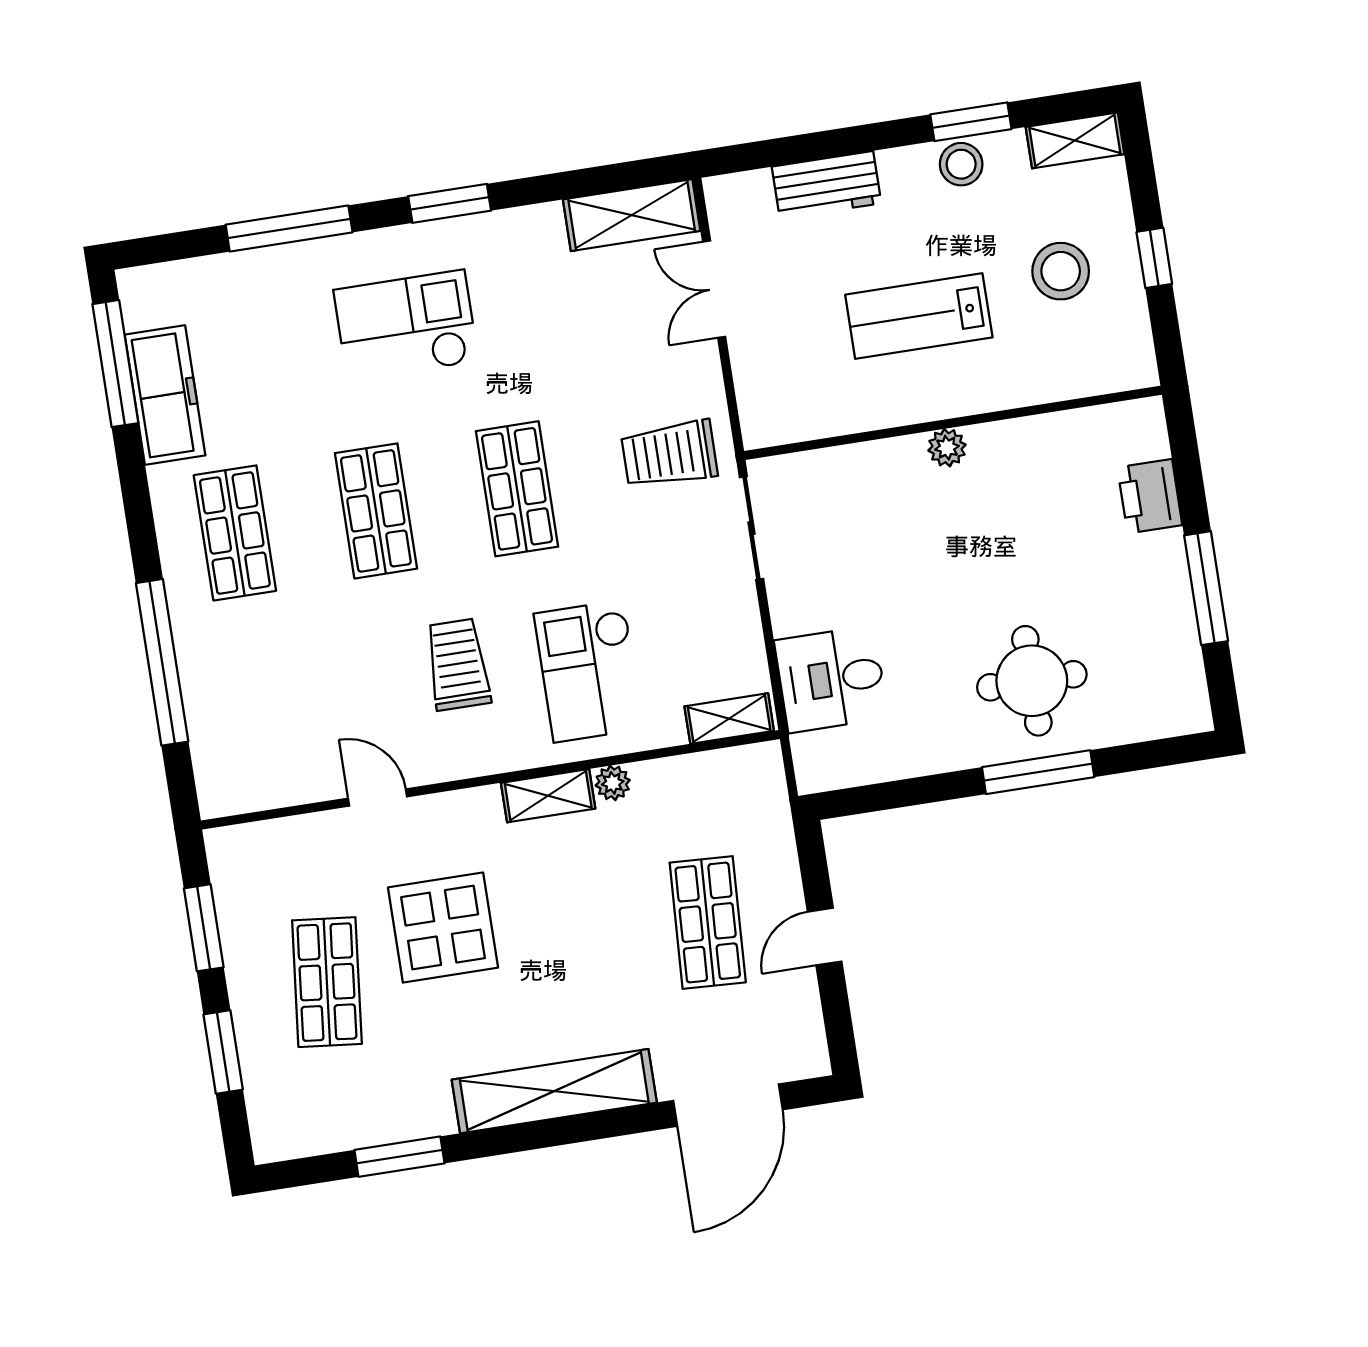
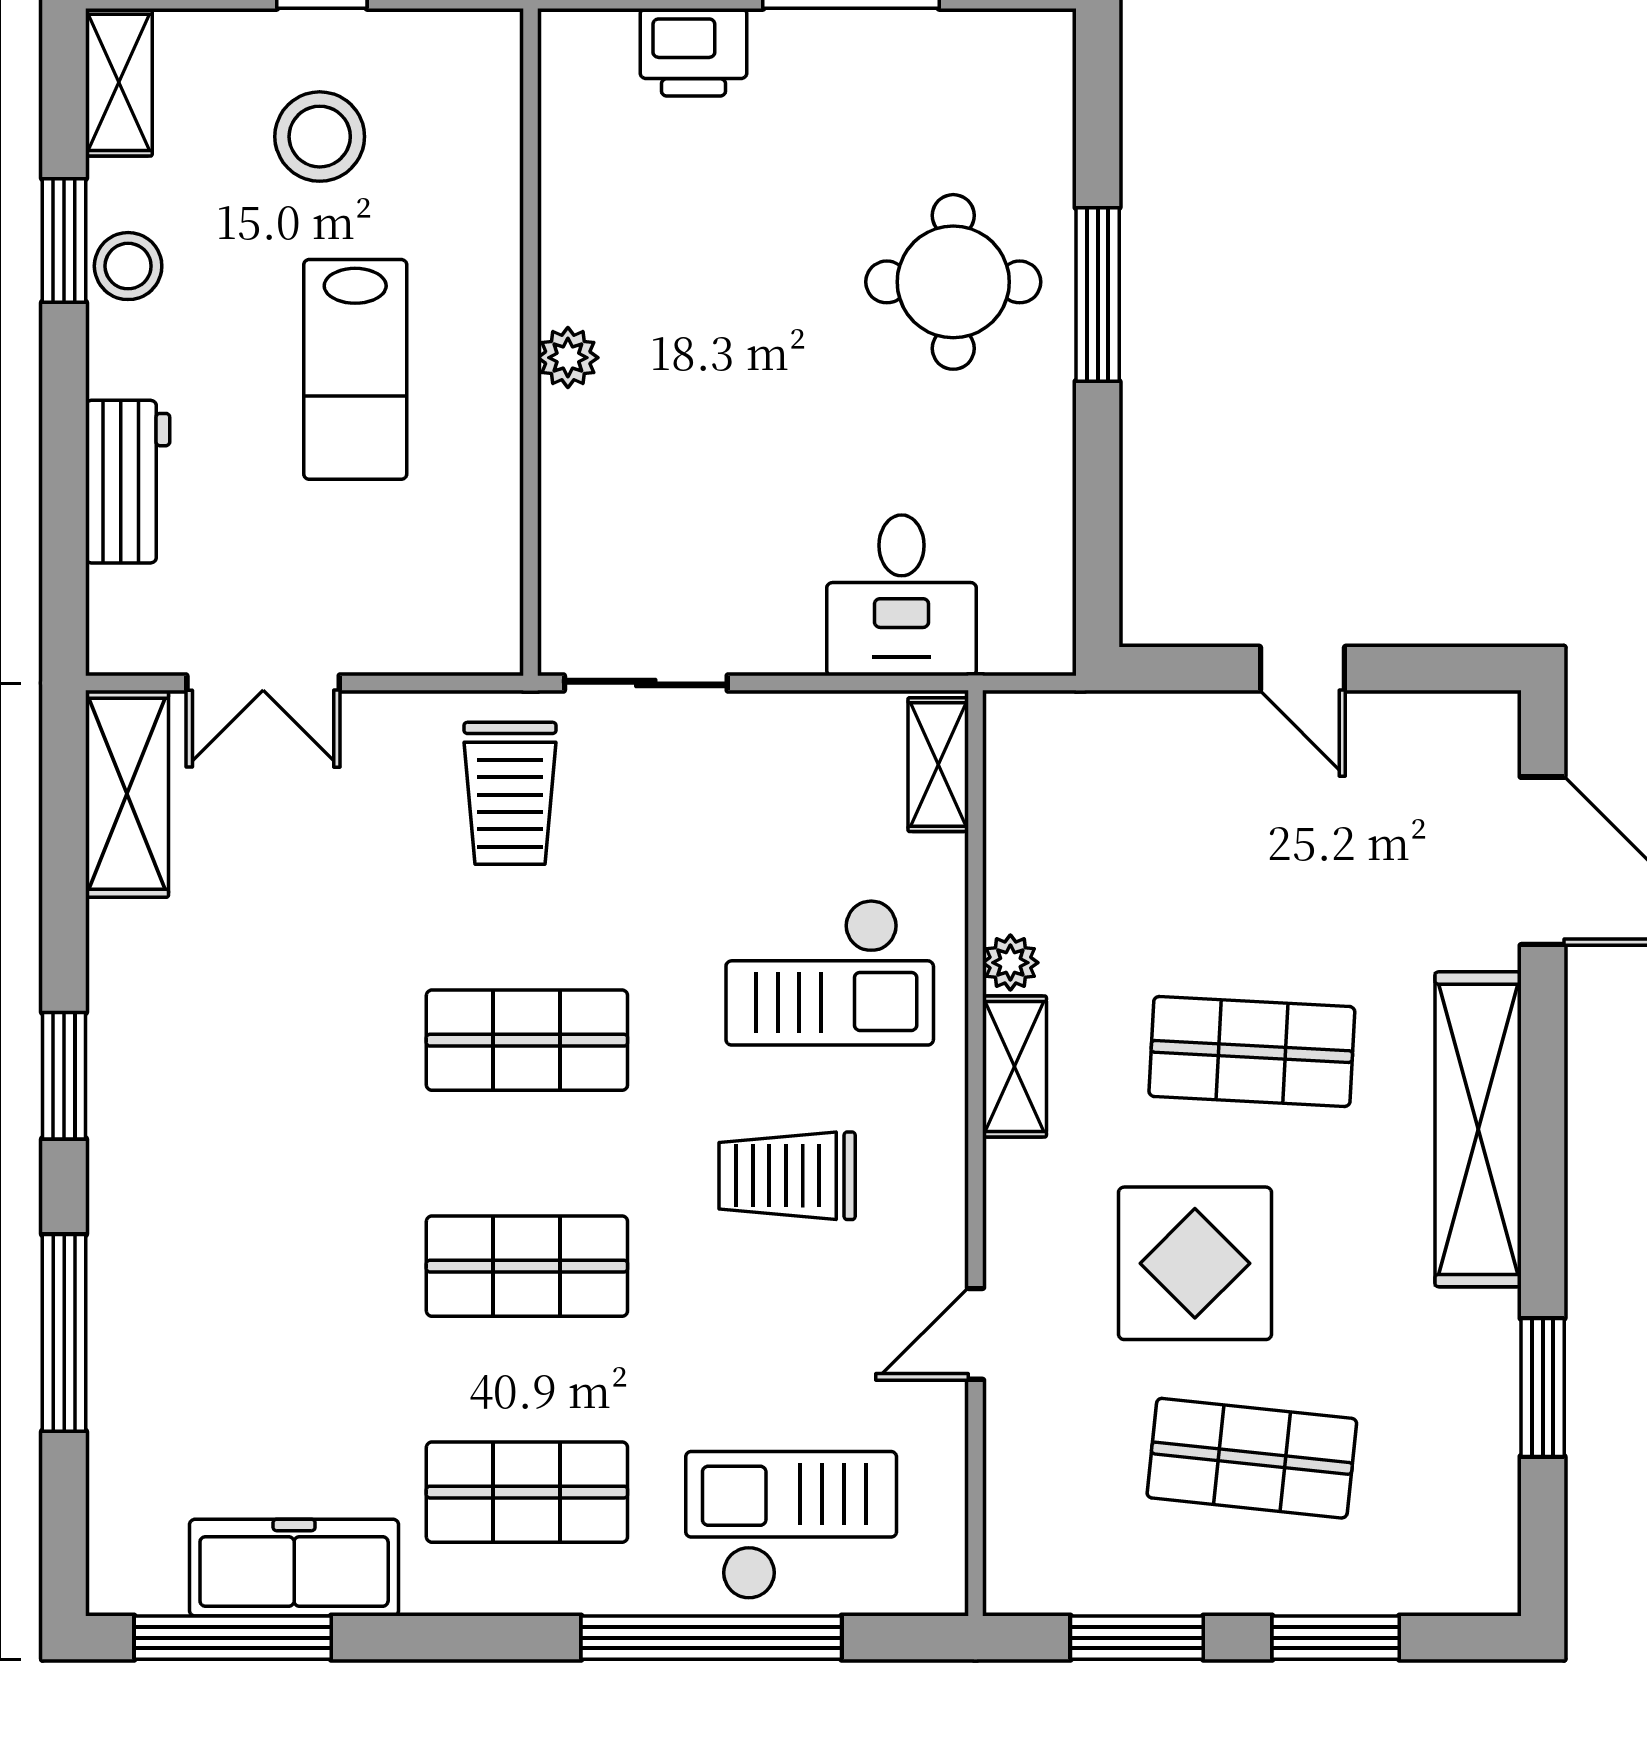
checkout: (406, 326) -> (791, 1525), moved, turned 90
shop shelf: (708, 922) -> (1252, 1051), moved

